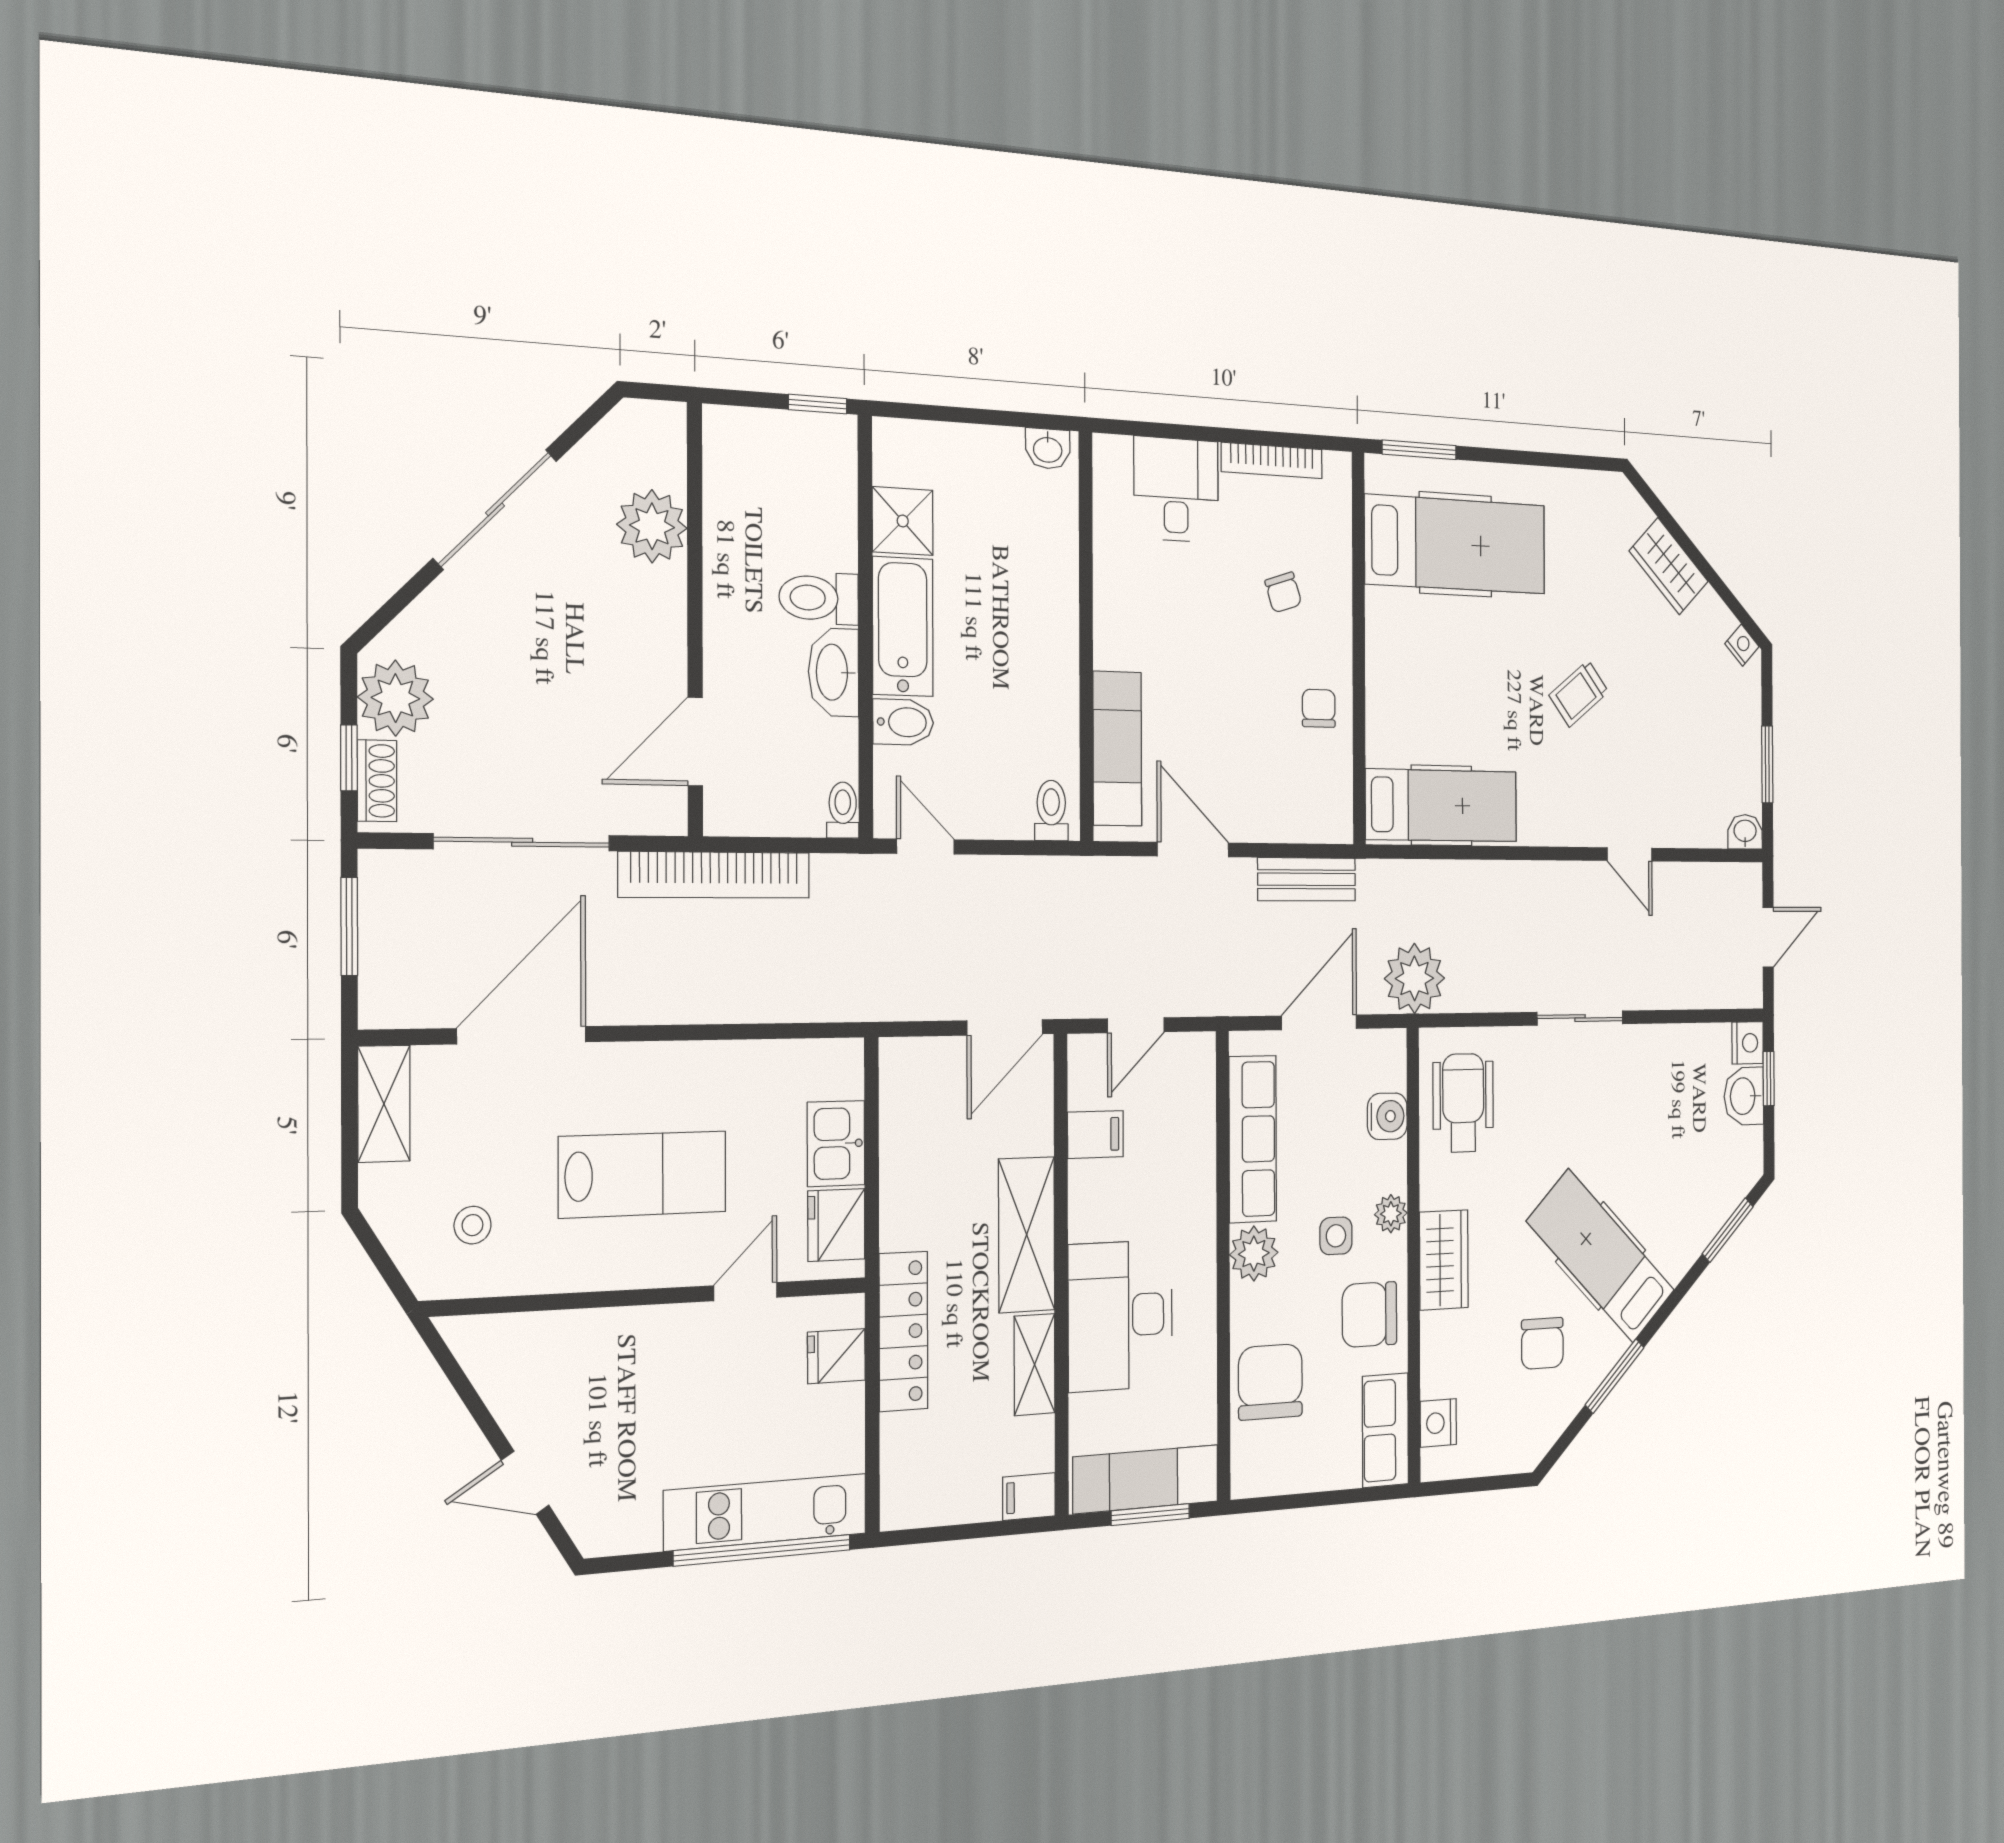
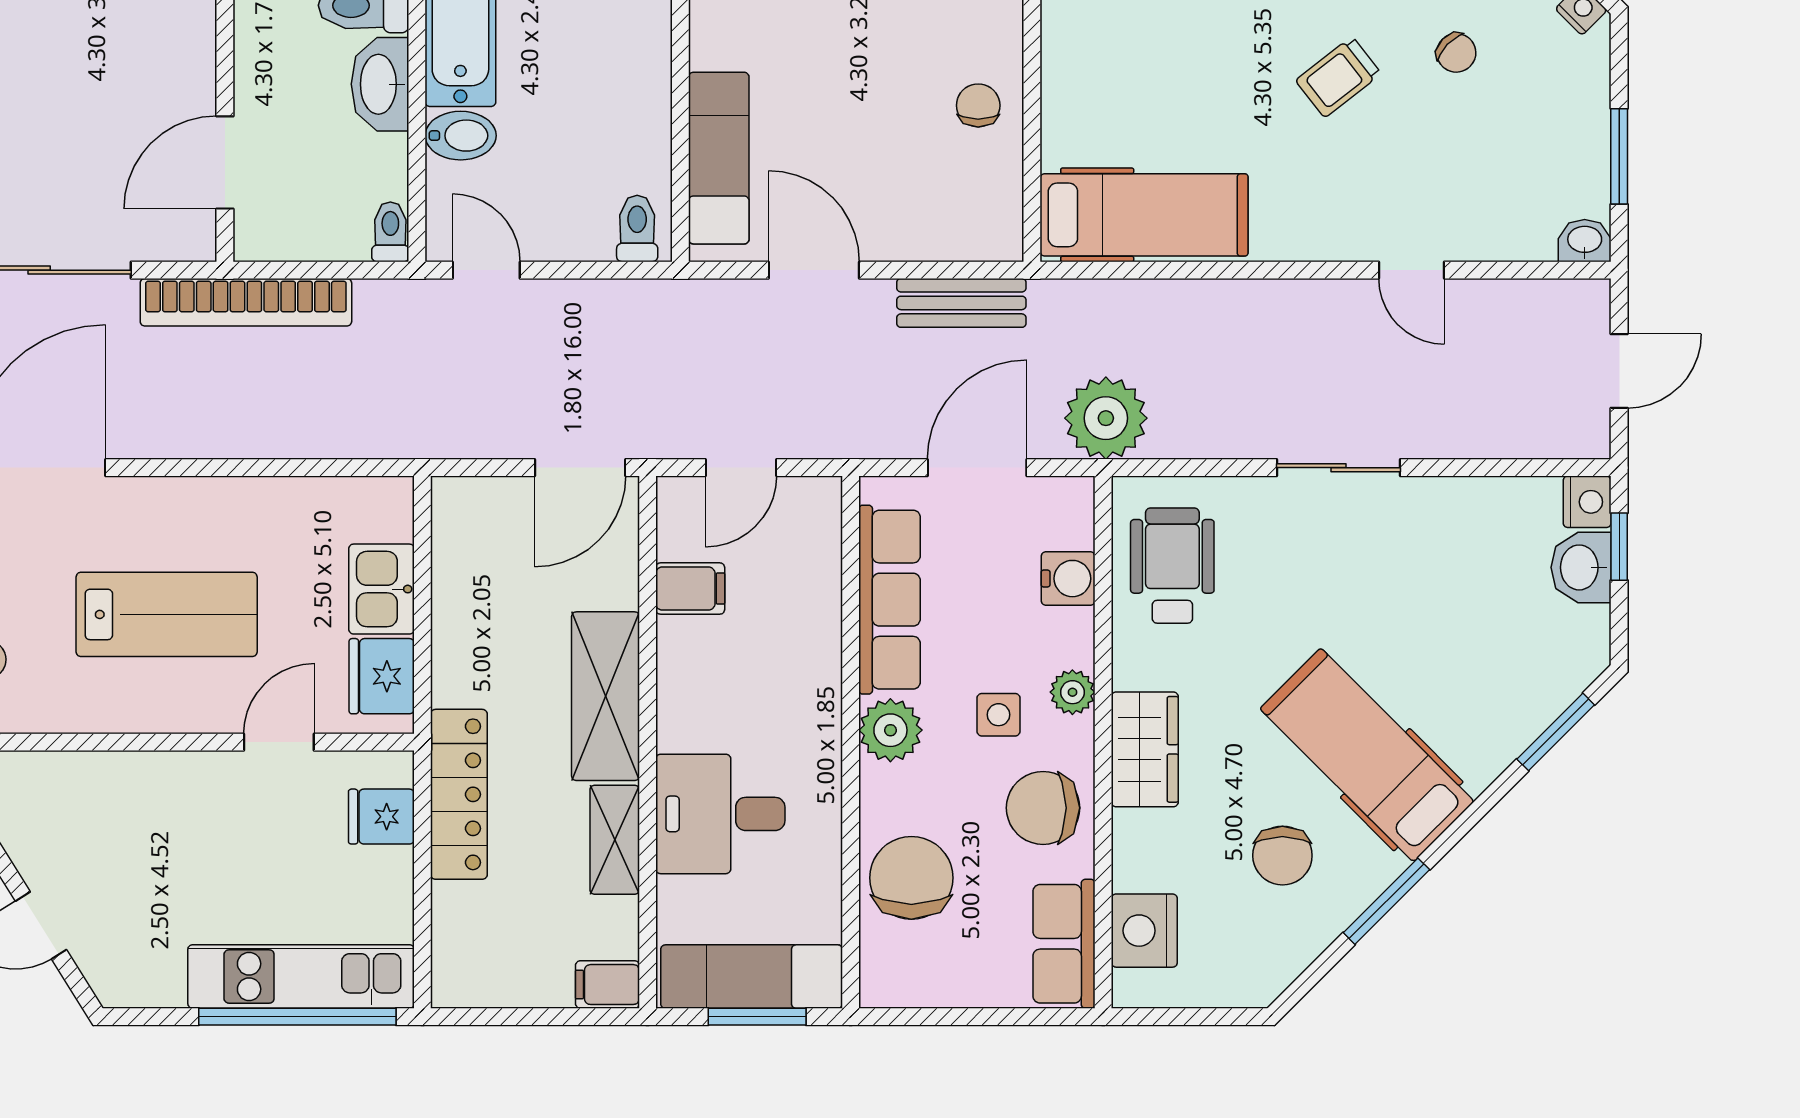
chair: (1659, 677) -> (1456, 53), added
desk: (1120, 1316) -> (720, 814), width x0.73
nightstand: (1438, 1423) -> (1144, 931), width x1.36, depth x1.33

